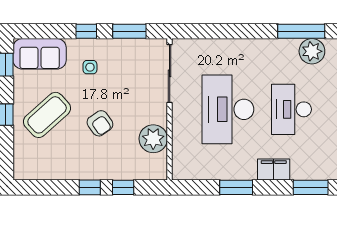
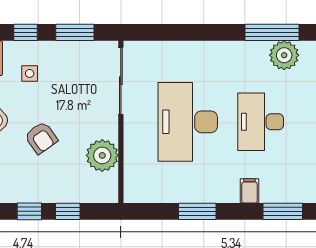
filing cabinet: (274, 169) -> (250, 191), width x0.50

